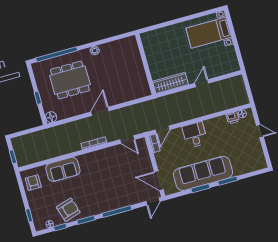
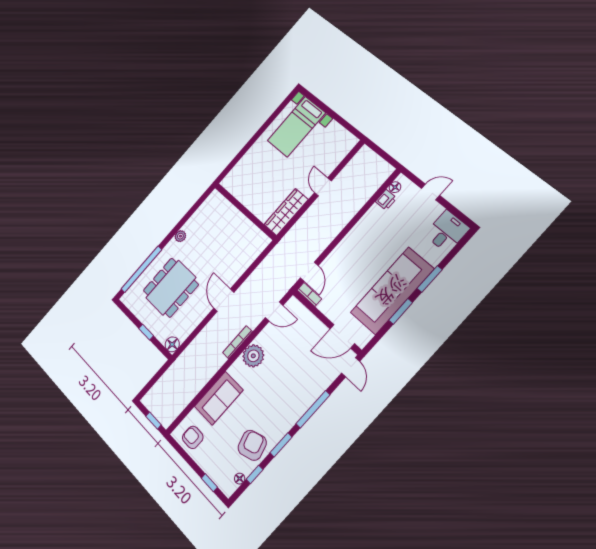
desk: (195, 135) -> (447, 232), moved, turned 90
plant: (99, 158) -> (253, 356), added

